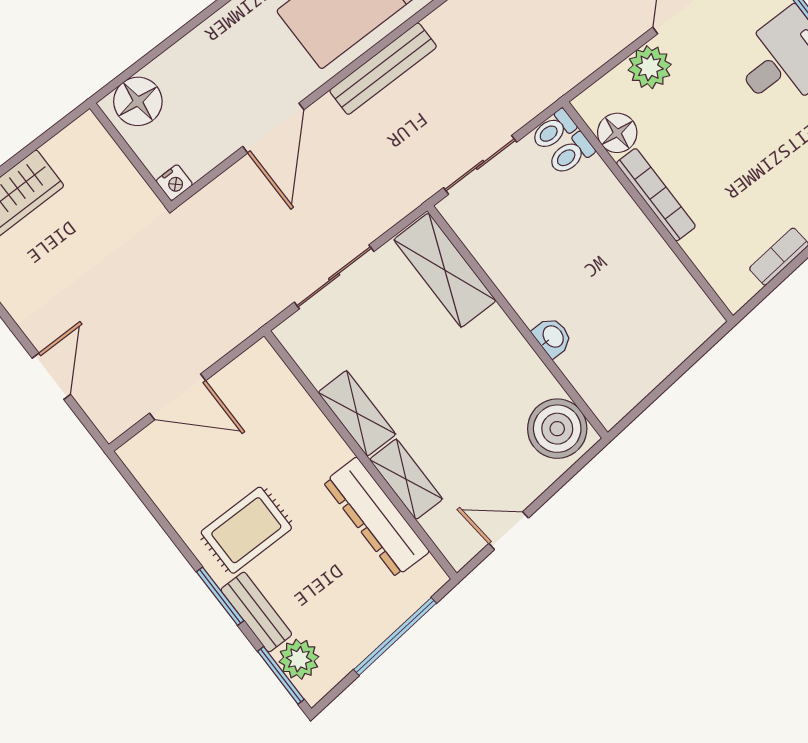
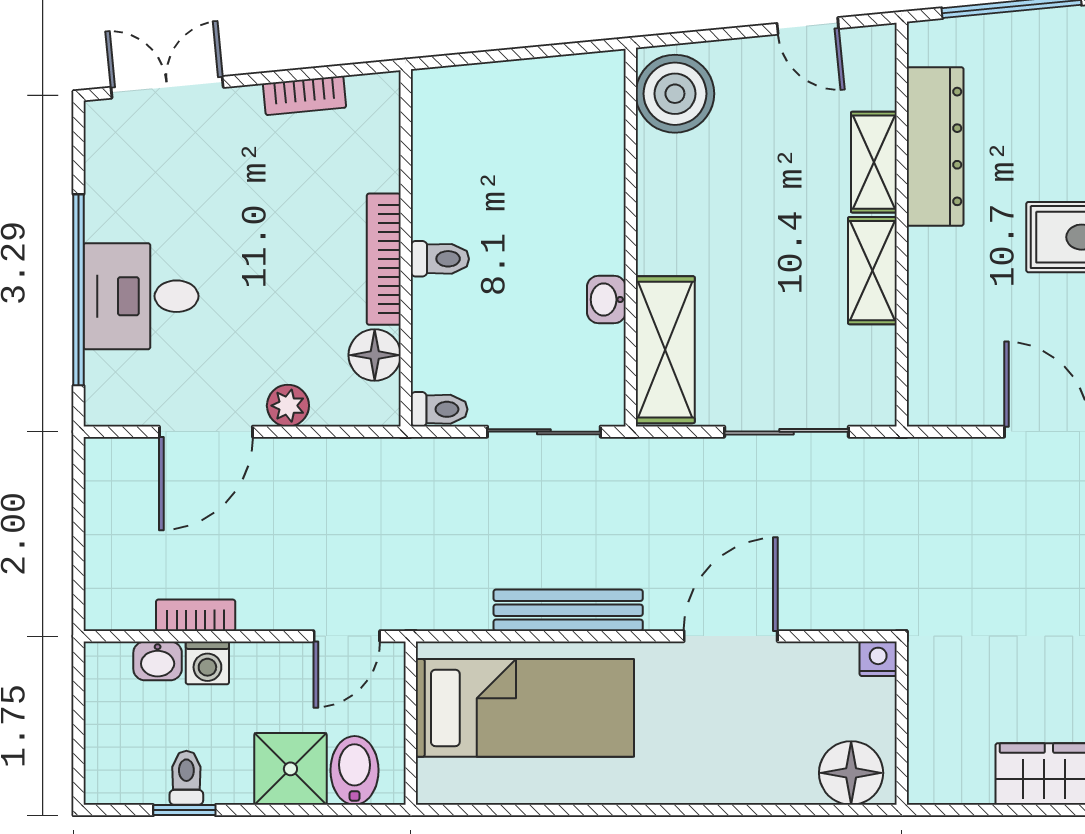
plant: (650, 67) -> (288, 406), width x0.73, depth x0.73
toilet: (571, 154) -> (440, 259), moved
washbasin: (552, 337) -> (606, 300), moved

